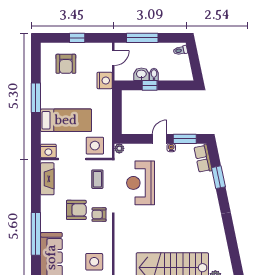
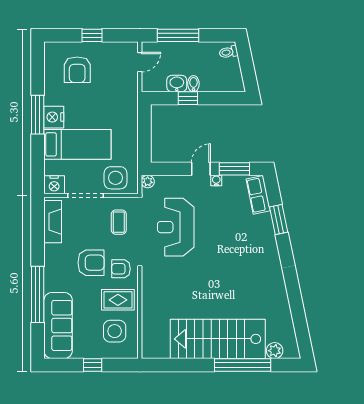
nightstand: (105, 80) -> (54, 117), moved, turned 180
rug: (97, 238) -> (118, 300), added

